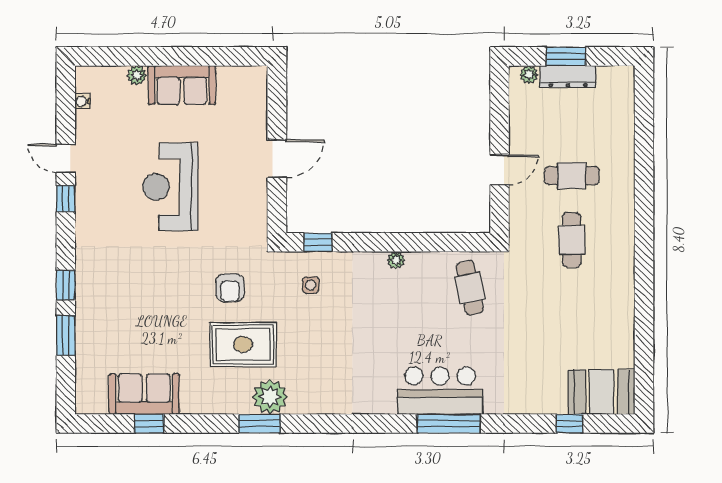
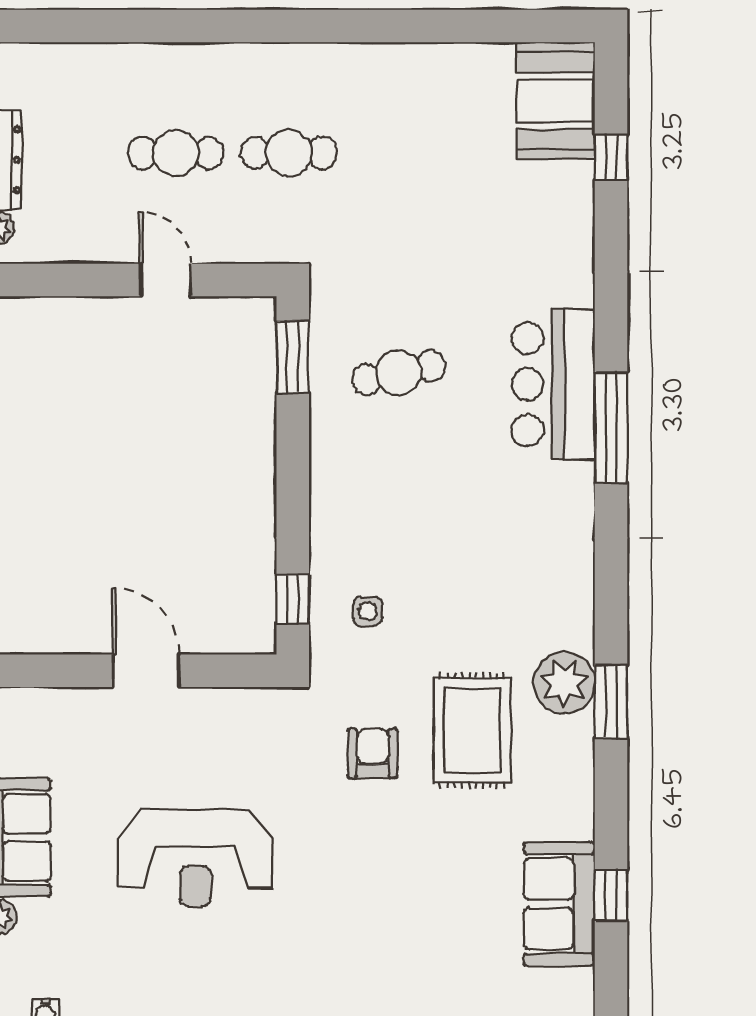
cafe table: (572, 176) -> (176, 153), turned 90
window: (456, 242) -> (293, 357), added
plant: (396, 260) -> (324, 462), removed
armchair: (230, 288) -> (373, 753), turned -90
cafe table: (470, 288) -> (399, 373), moved
window: (449, 424) -> (611, 427), moved

